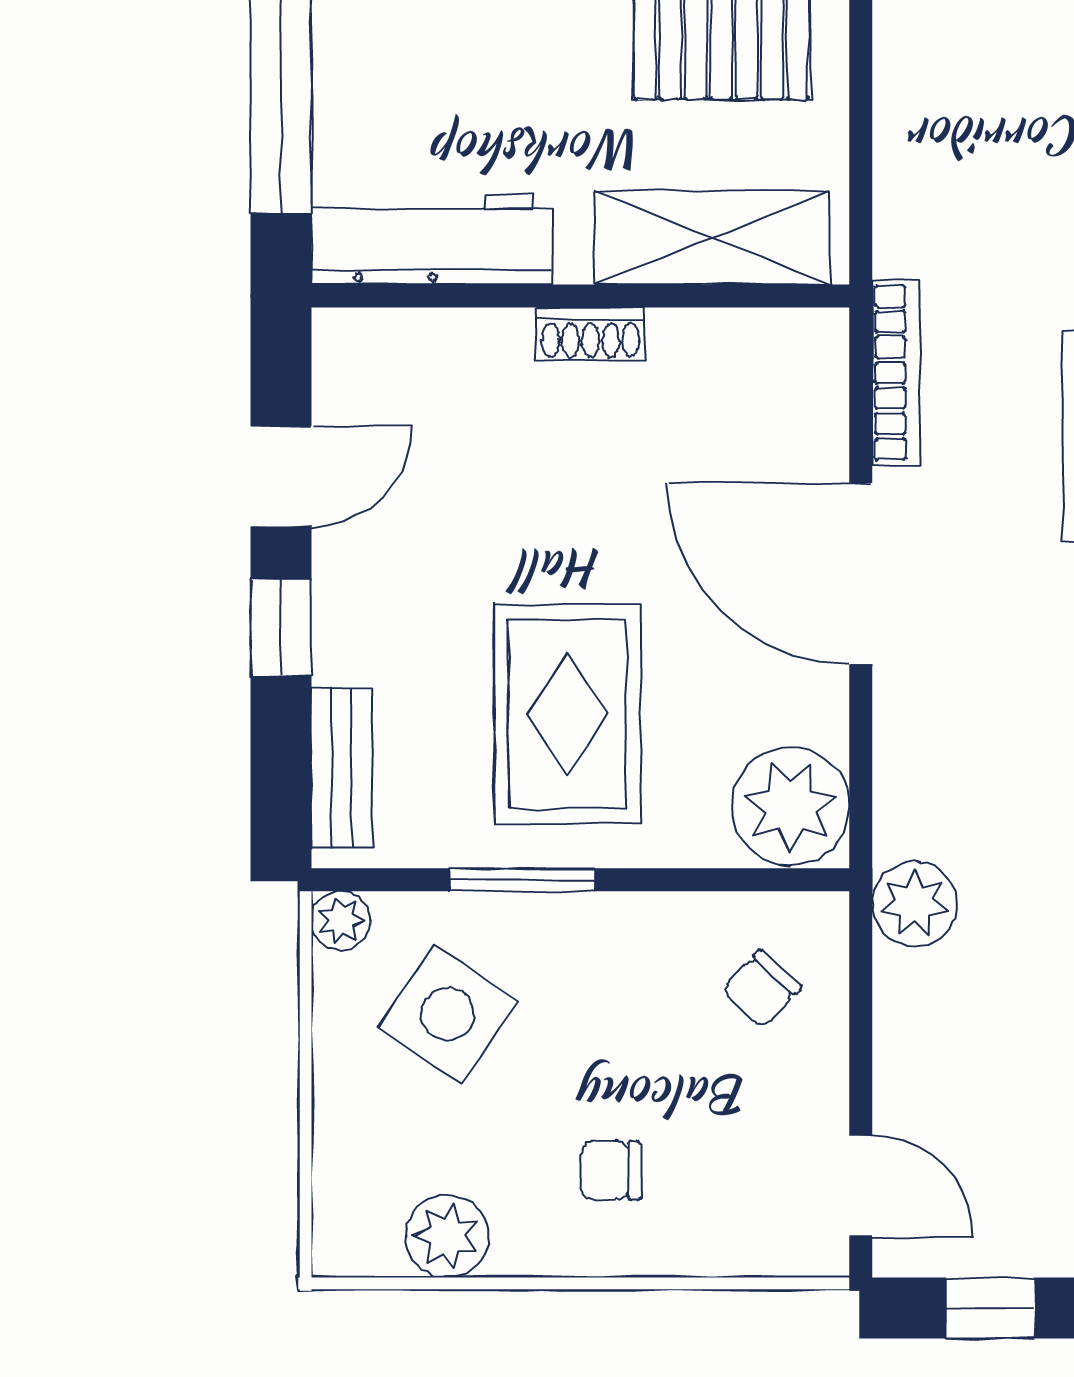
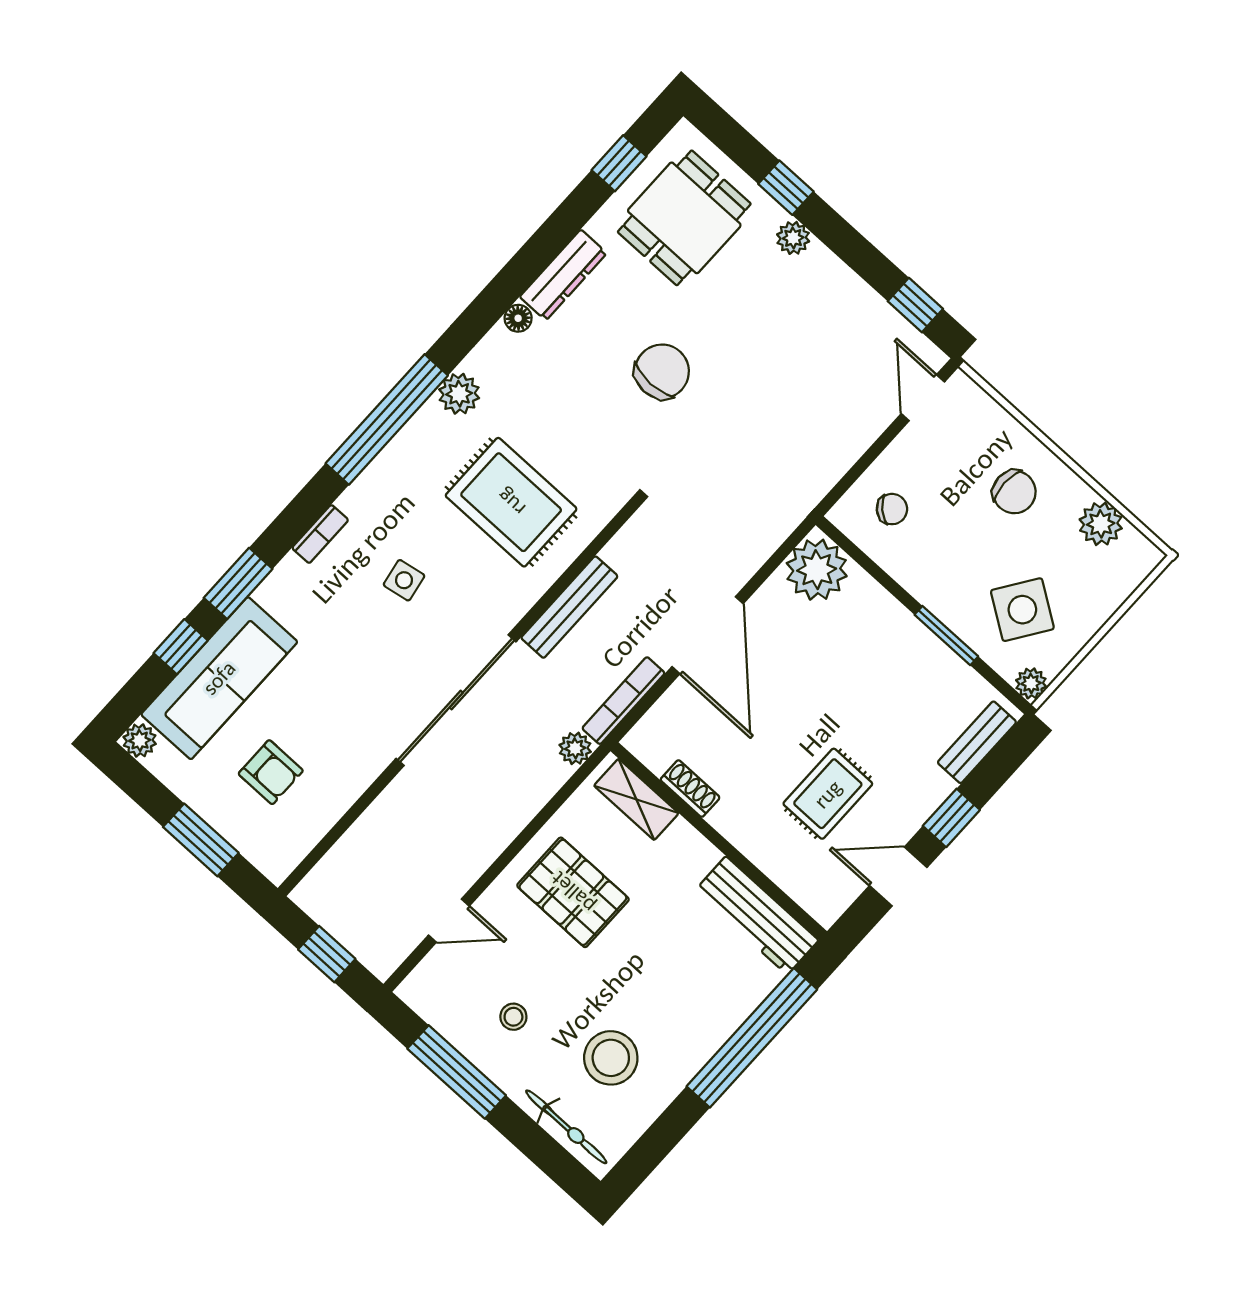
shelving: (712, 238) -> (636, 799), width x0.67, depth x0.75
shoe rack: (591, 334) -> (690, 789), moved
rug: (567, 714) -> (828, 794), moved, width x0.73, depth x0.70
plant: (915, 904) -> (575, 748), moved, width x0.73, depth x0.73
chair: (610, 1170) -> (1014, 492), width x1.37, depth x1.37

